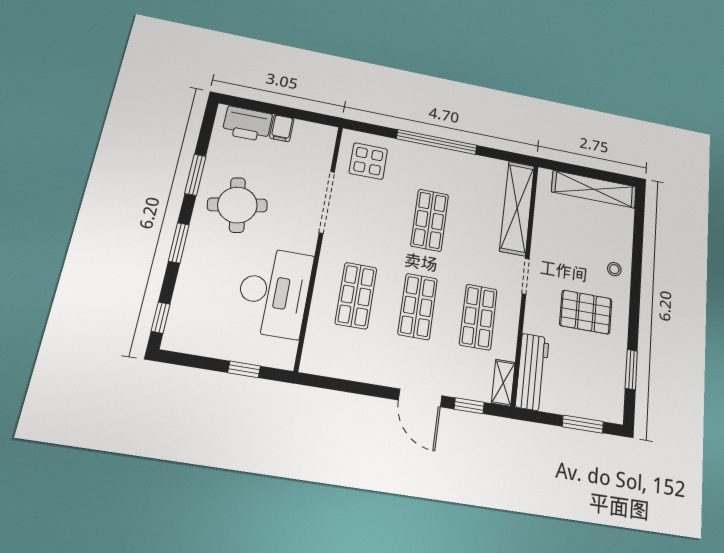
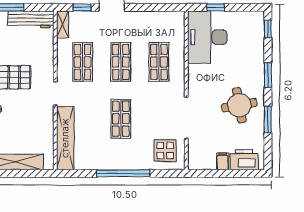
desk: (274, 292) -> (207, 37), moved
workbench: (532, 372) -> (31, 19), moved, turned -90

